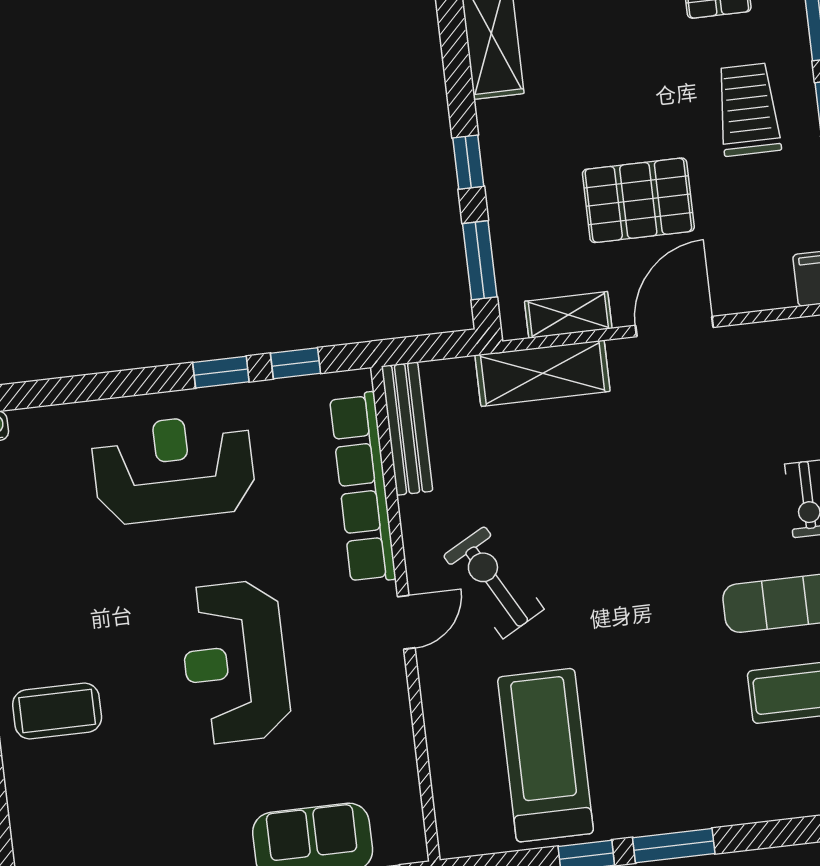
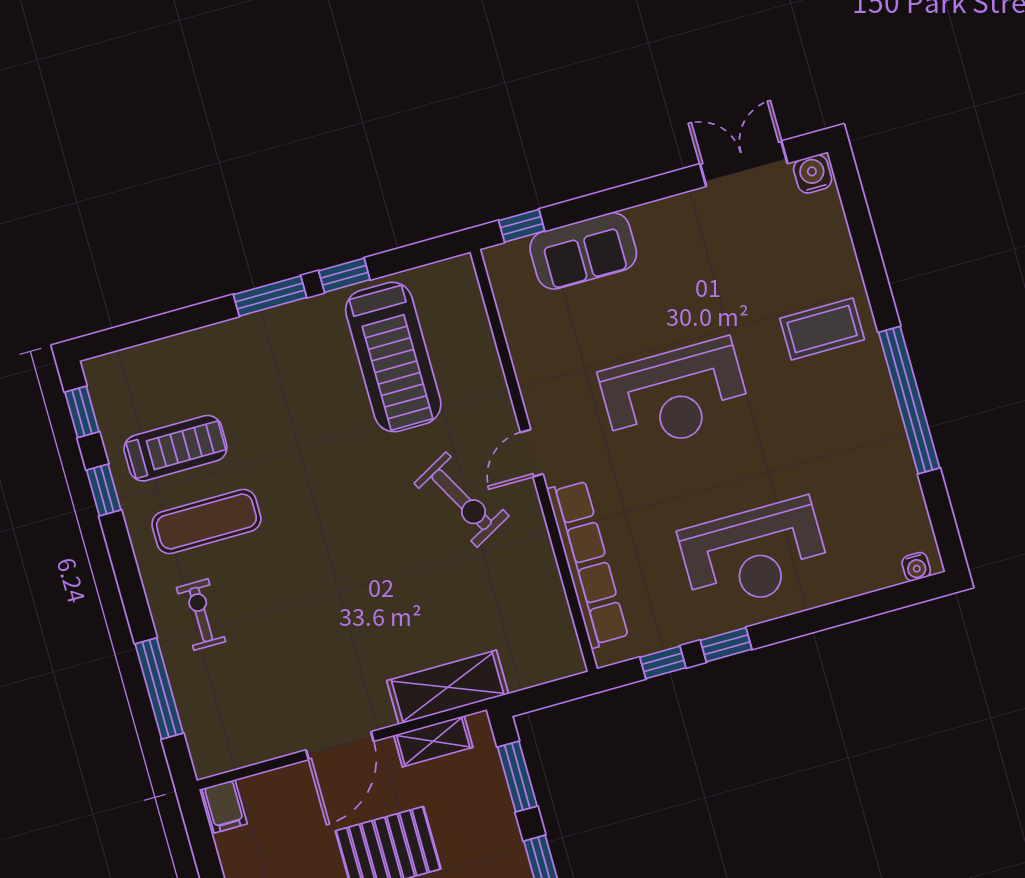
bench: (407, 429) -> (557, 621), removed
reception desk: (235, 662) -> (675, 395), turned 90

